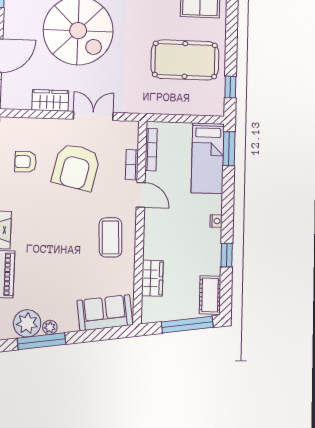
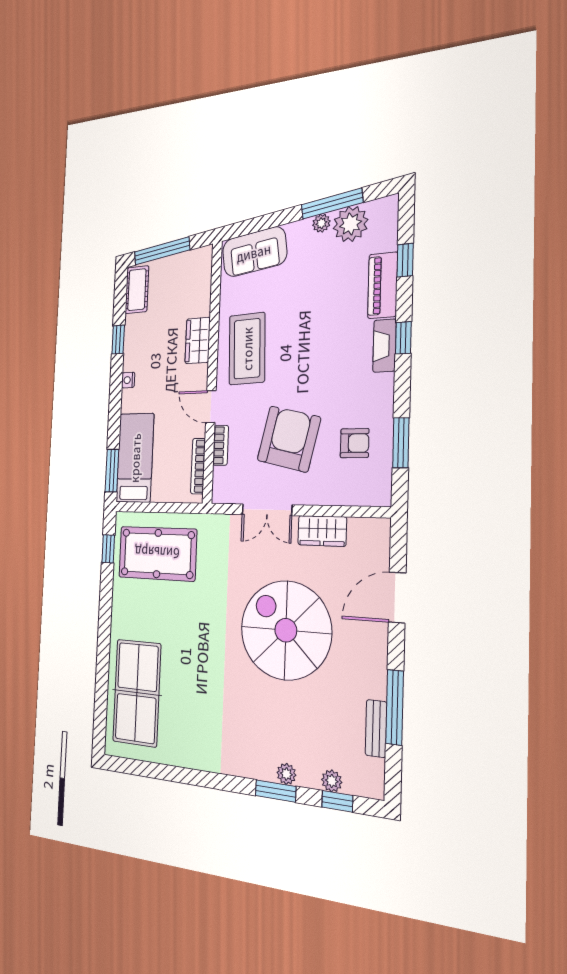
pool table: (185, 60) -> (157, 553), moved
coffee table: (110, 237) -> (247, 349), width x1.36, depth x1.32
wardrobe: (152, 278) -> (198, 341), moved

